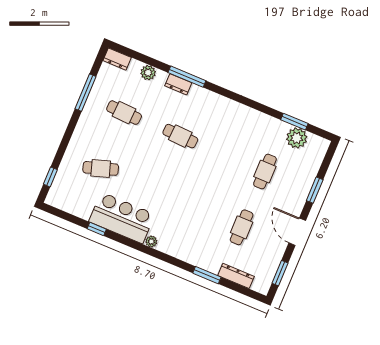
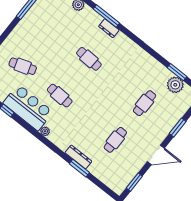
dresser: (178, 84) -> (109, 28), moved
cafe table: (124, 113) -> (60, 96), moved
door: (297, 232) -> (156, 155), swing flipped
dresser: (236, 276) -> (78, 157), moved

